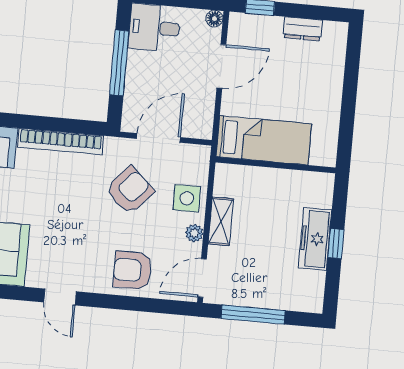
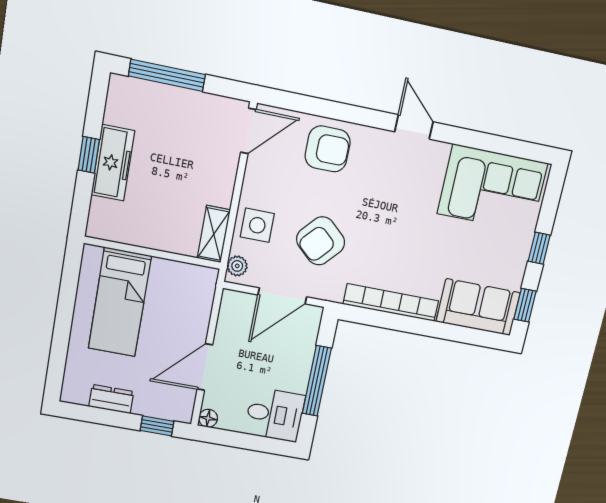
bed: (264, 140) -> (120, 302), moved, turned -90
shelving: (221, 221) -> (214, 234), moved
plant: (194, 233) -> (237, 266), moved
window: (253, 315) -> (167, 75), moved

